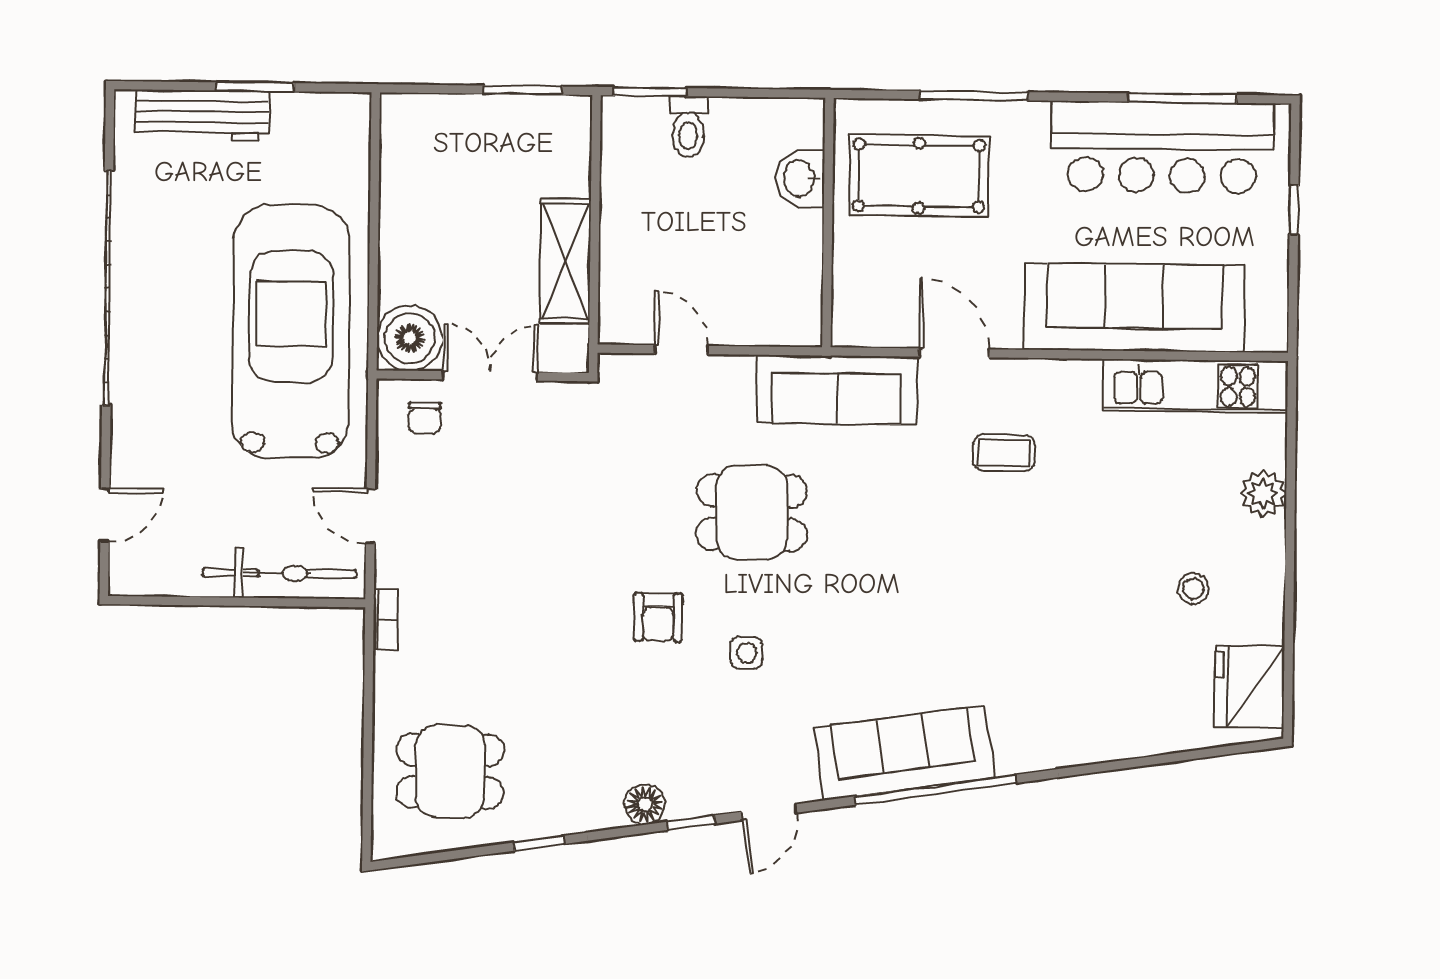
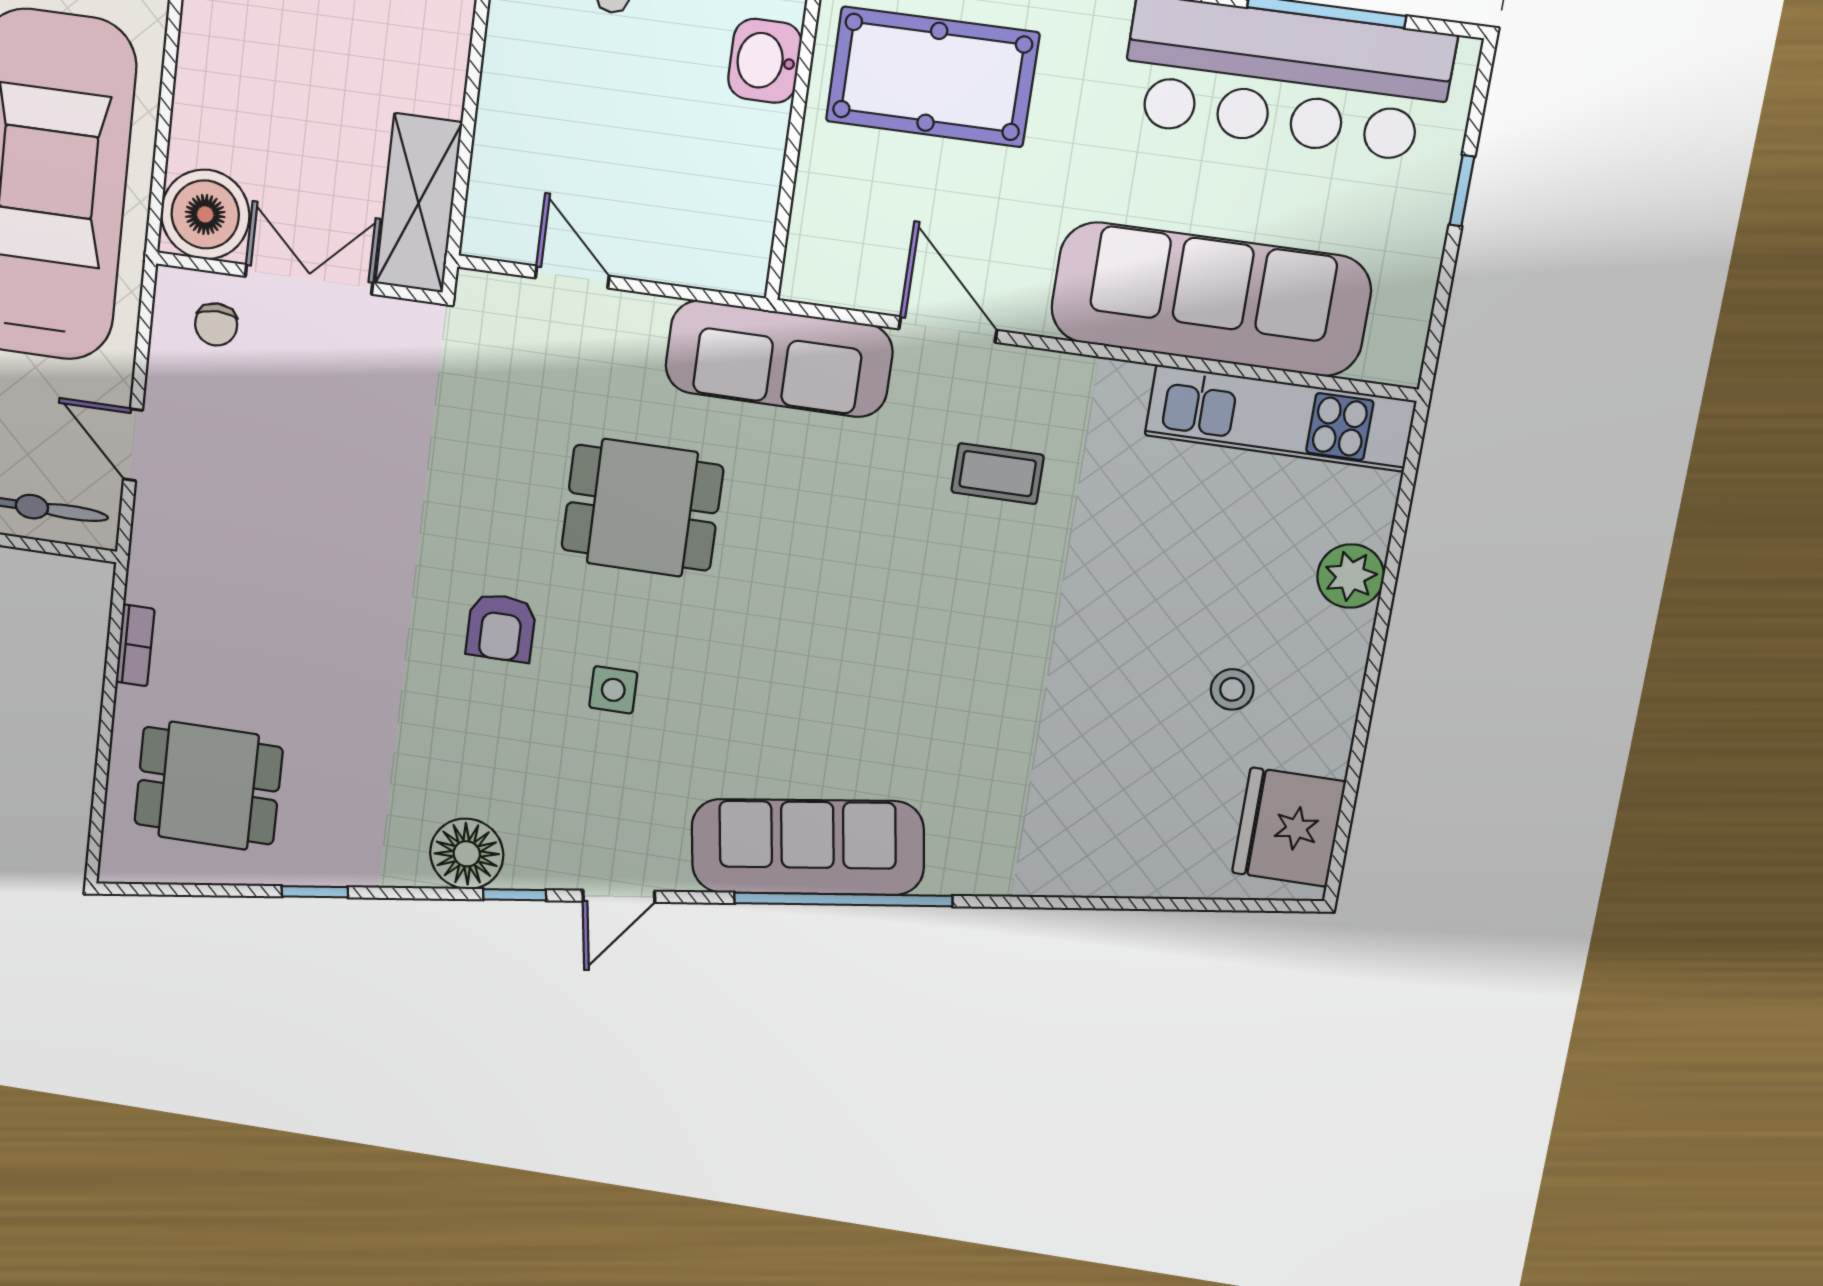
shelving: (565, 262) -> (419, 203), moved
bookcase: (386, 620) -> (135, 645), moved
floor lamp: (645, 804) -> (467, 854), width x1.38, depth x1.38

